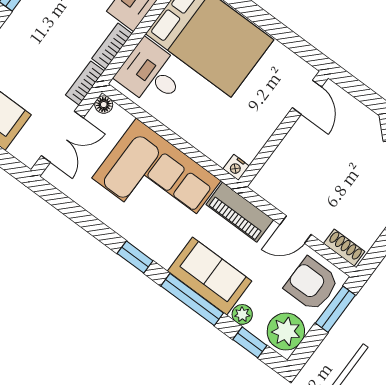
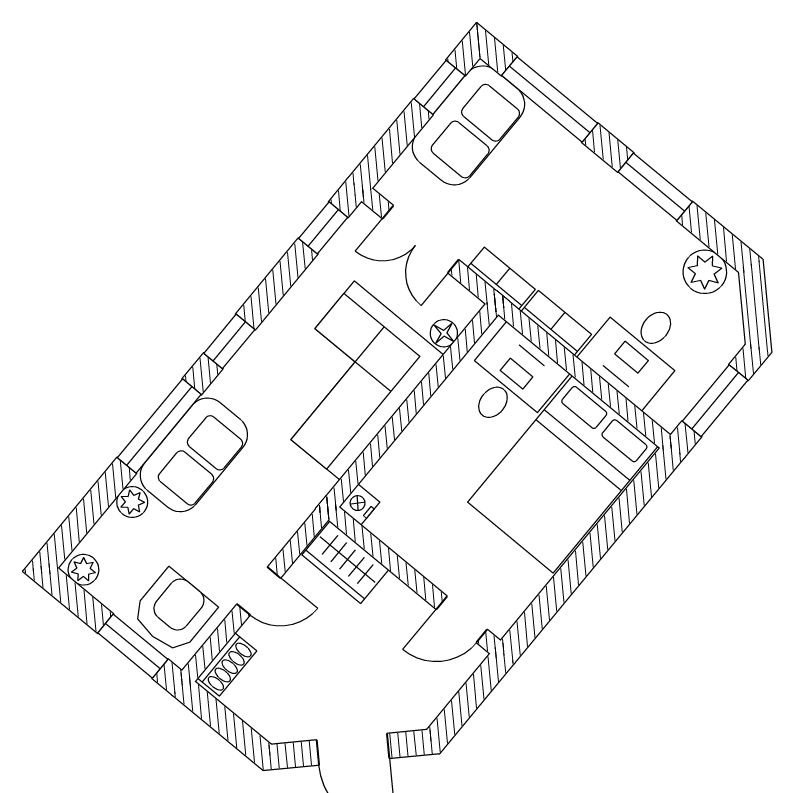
floor lamp: (104, 105) -> (444, 333), moved
wardrobe: (274, 174) -> (345, 562), added
piano: (240, 212) -> (290, 506), removed
door: (296, 229) -> (259, 591), swing flipped
plant: (286, 331) -> (83, 570), width x0.53, depth x0.53
window: (250, 342) -> (323, 228), moved

